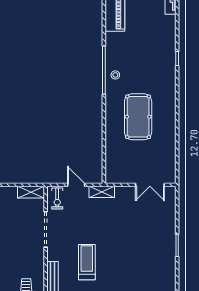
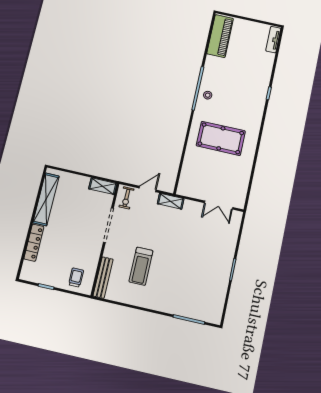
pool table: (138, 117) -> (221, 138), turned 90
door: (76, 185) -> (148, 189), hinge flipped
treadmill: (87, 262) -> (141, 266), turned 180

